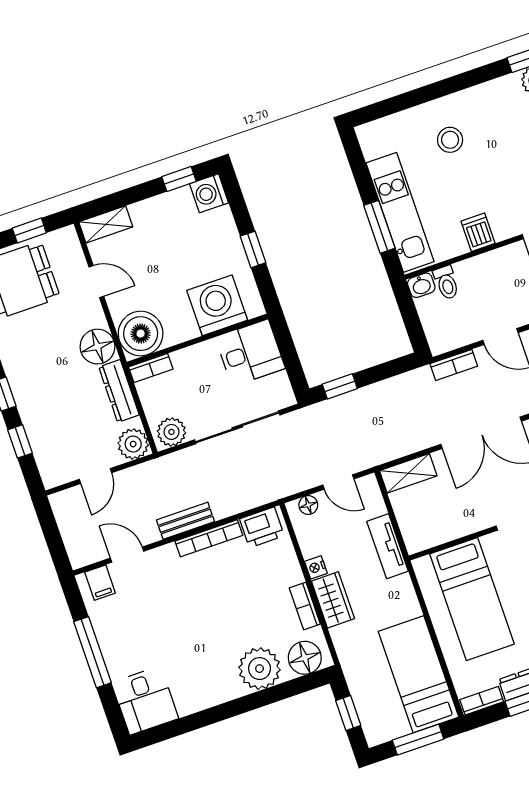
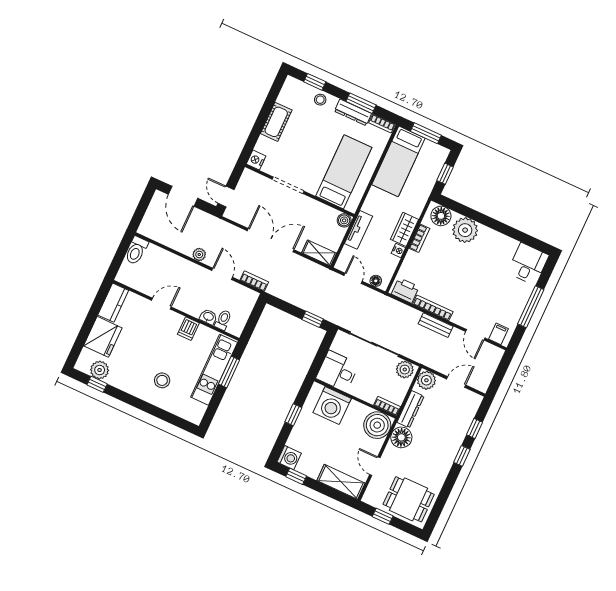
shelving: (106, 224) -> (341, 482), width x1.50, depth x1.33
washbasin: (421, 285) -> (208, 317), moved
boiler: (416, 541) -> (344, 220), added

